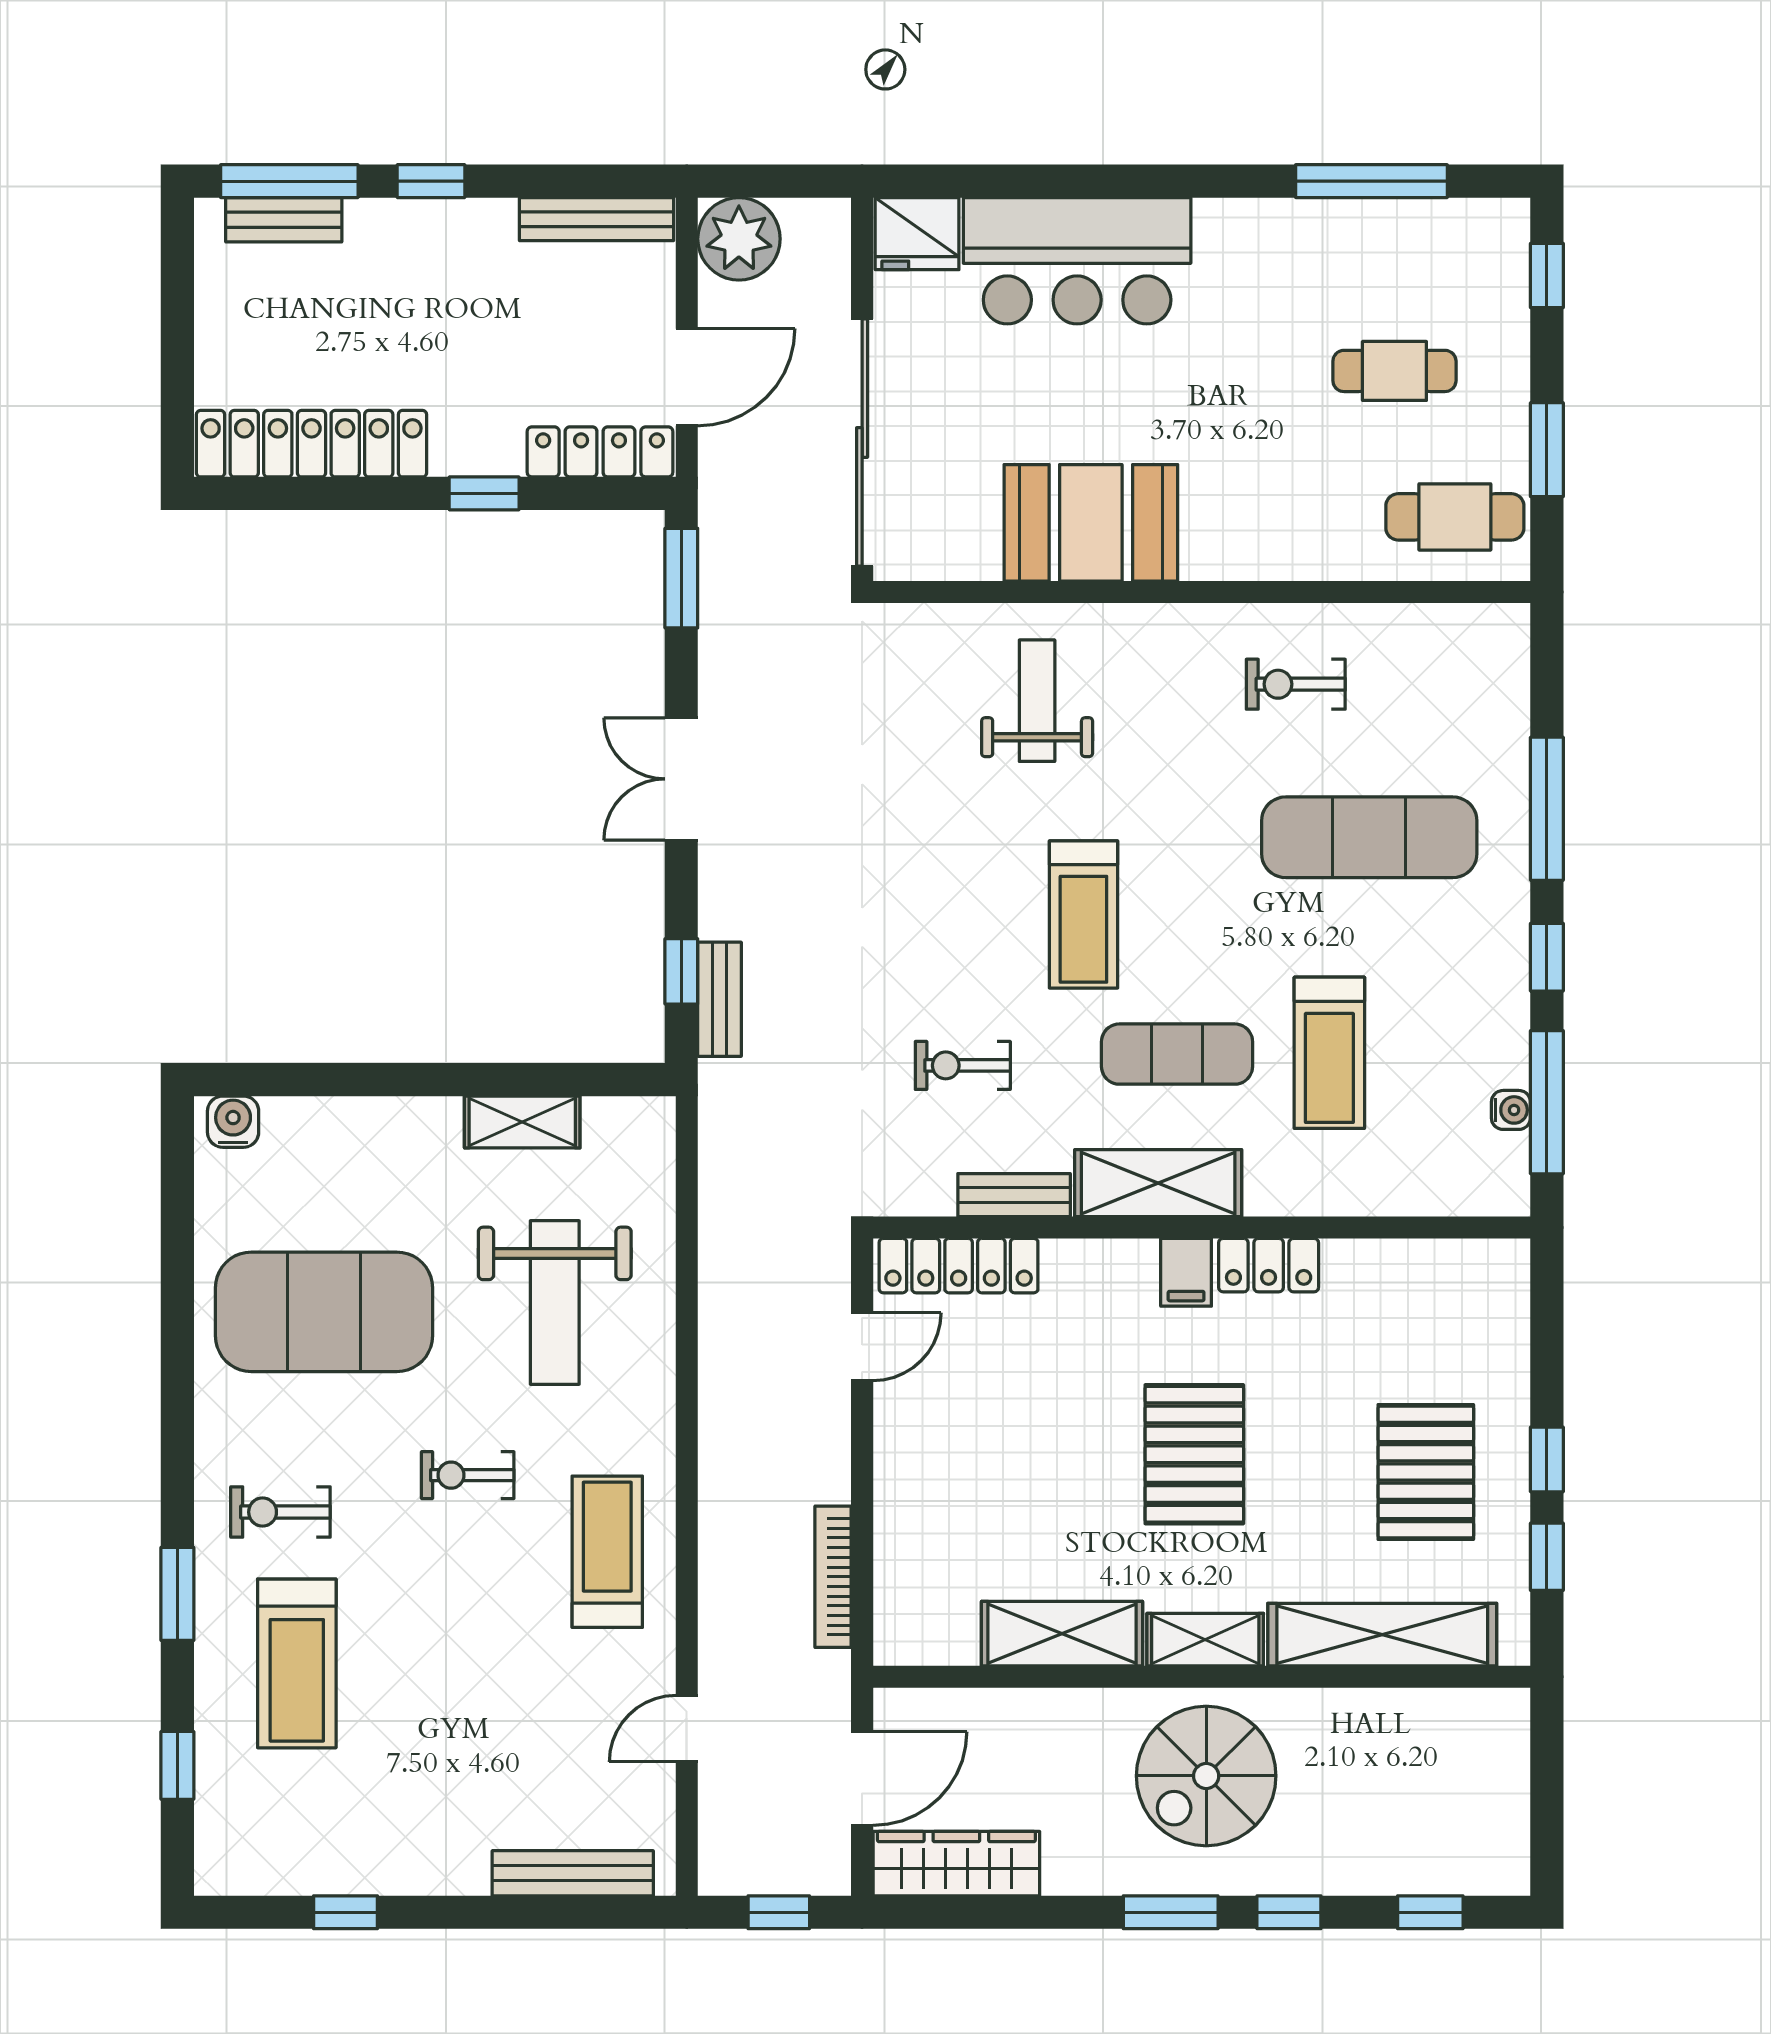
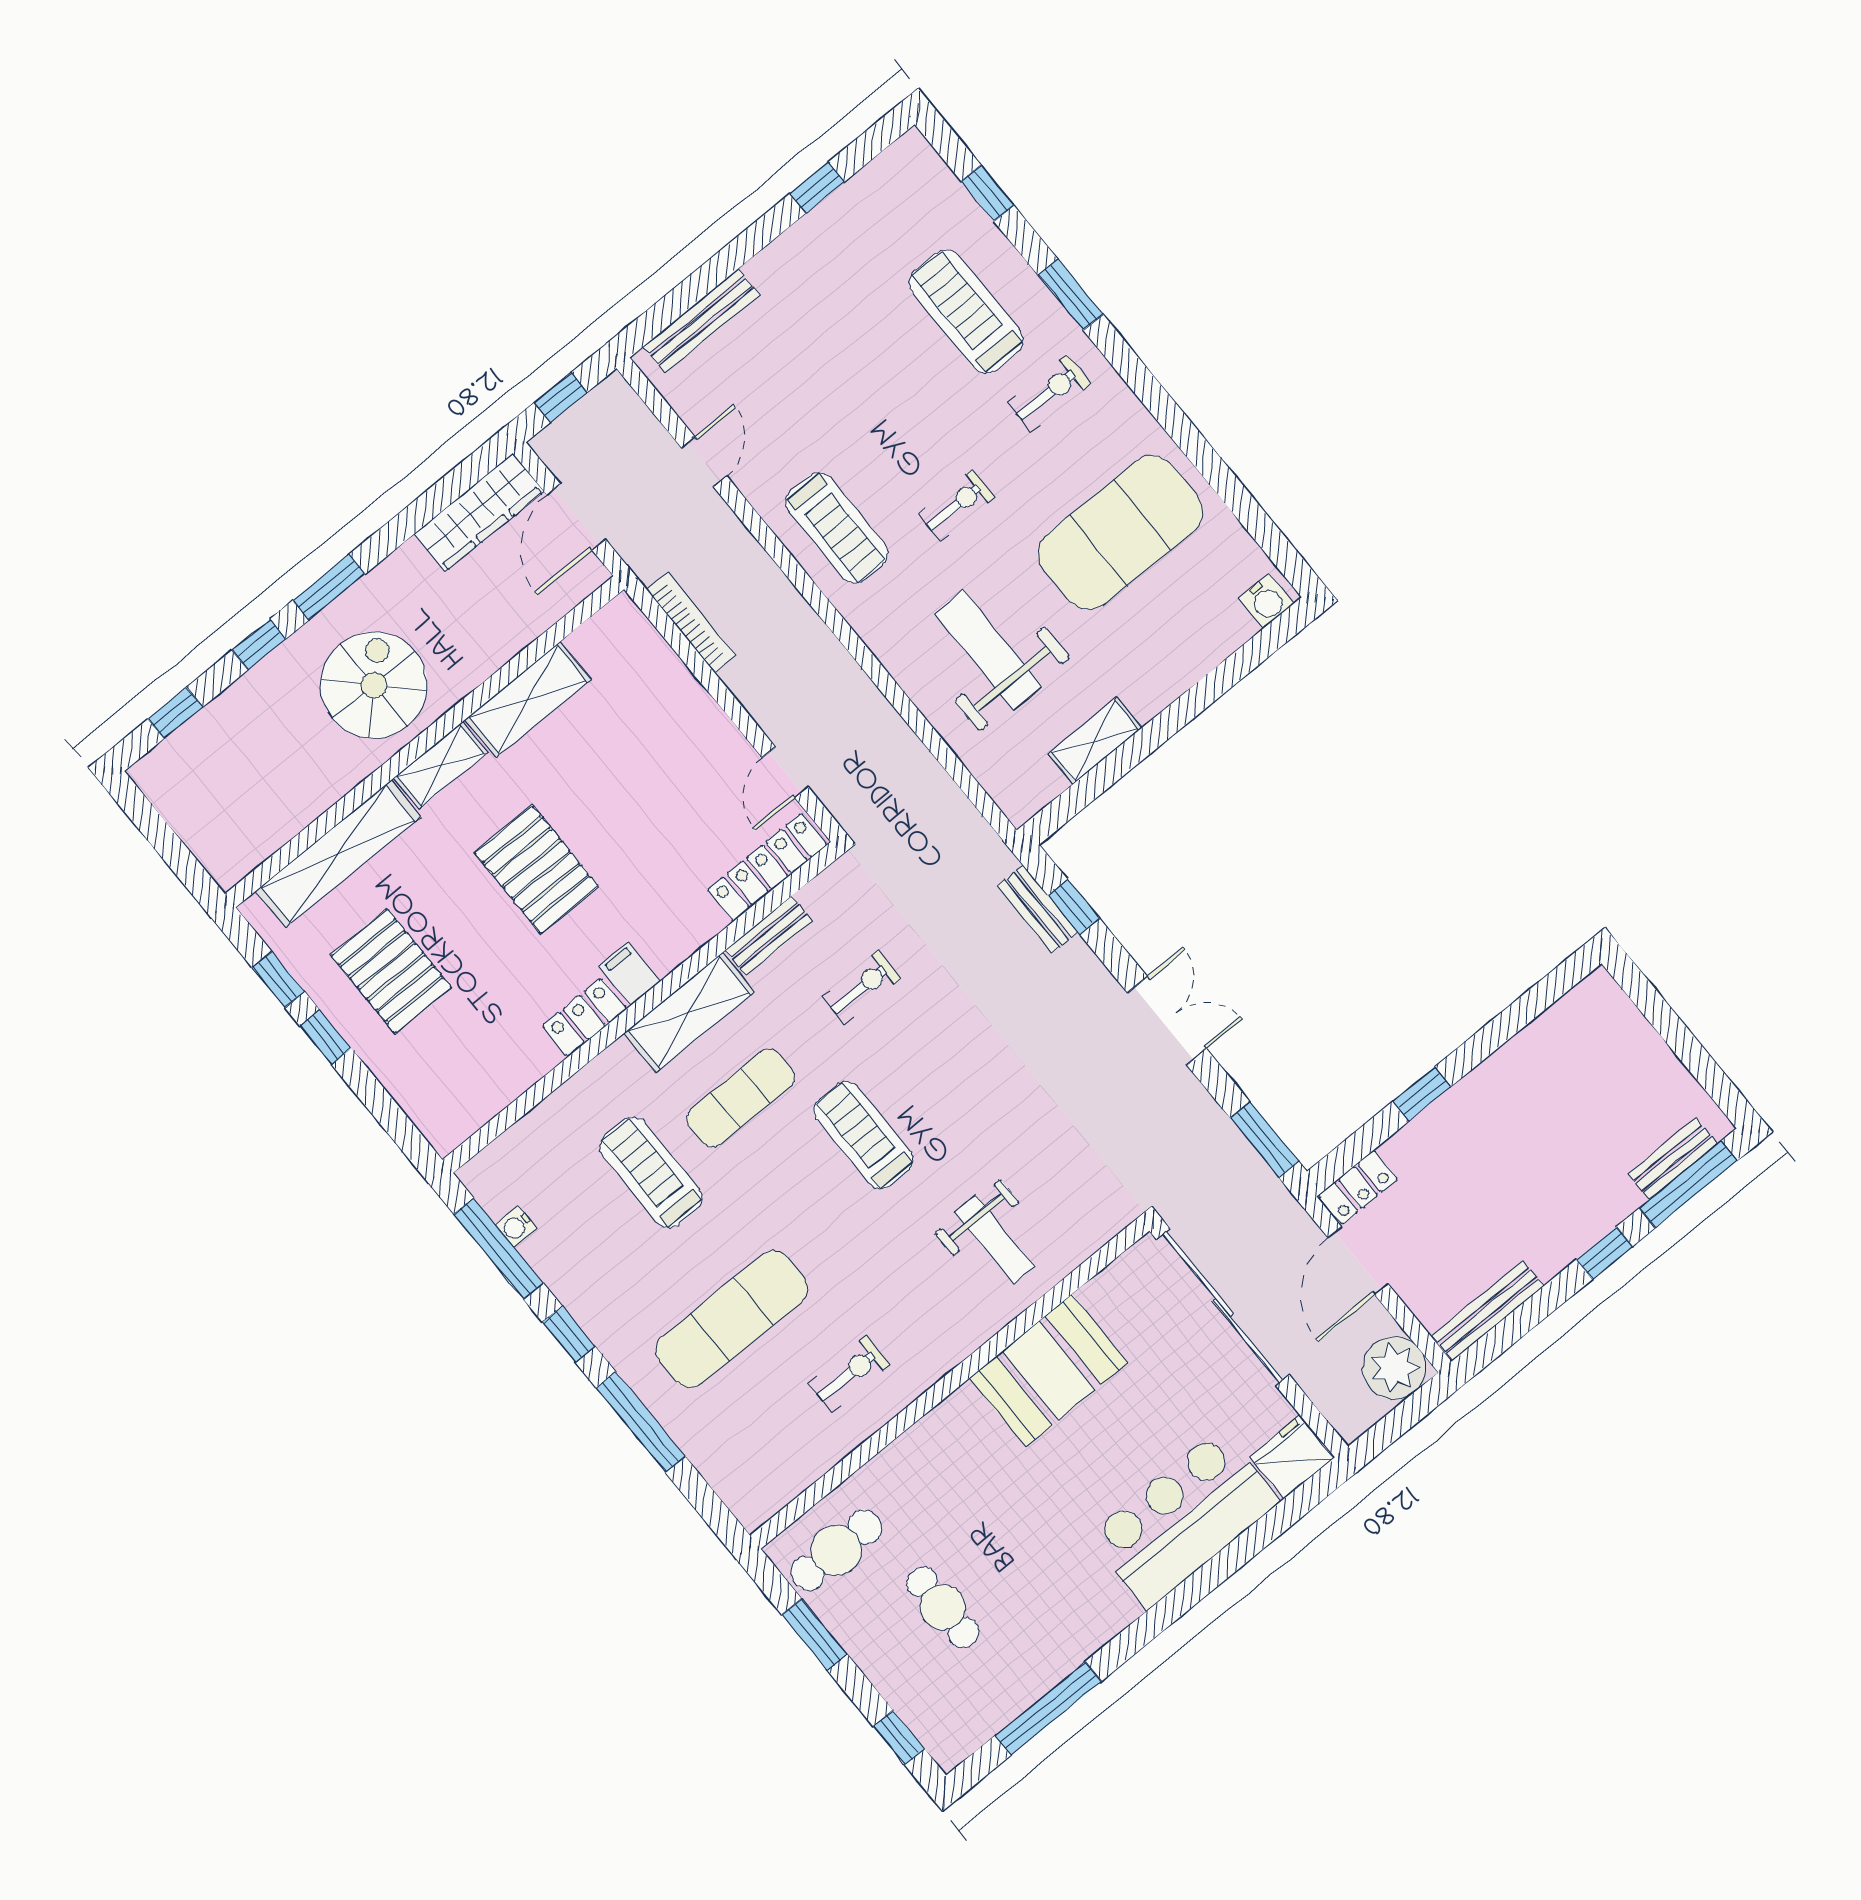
cafe table: (1394, 371) -> (943, 1607), turned 90
locker: (312, 444) -> (1548, 1040), removed
locker: (600, 452) -> (1358, 1187), width x0.66

